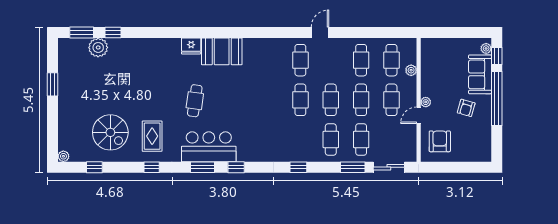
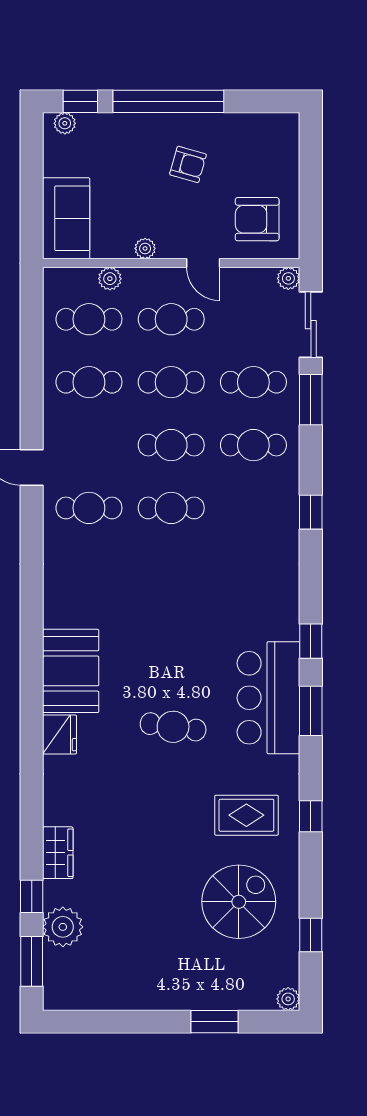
wardrobe: (134, 45) -> (58, 853), added
sofa: (480, 74) -> (66, 218), moved, turned -90
window: (53, 84) -> (215, 1022), moved
plant: (426, 102) -> (145, 248), moved
plant: (411, 156) -> (288, 278), added

